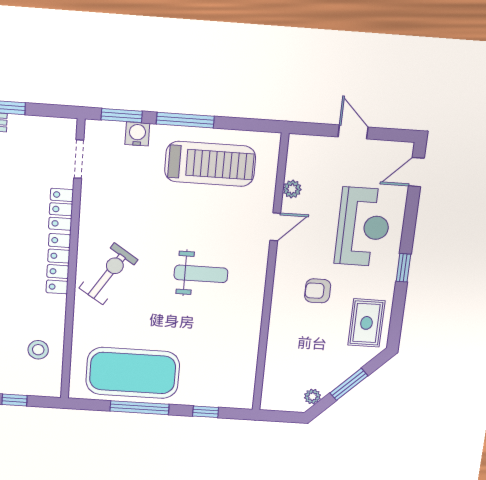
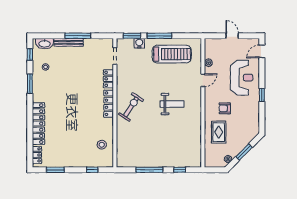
rug: (366, 323) -> (219, 132), moved
exercise mat: (133, 373) -> (145, 153), removed

